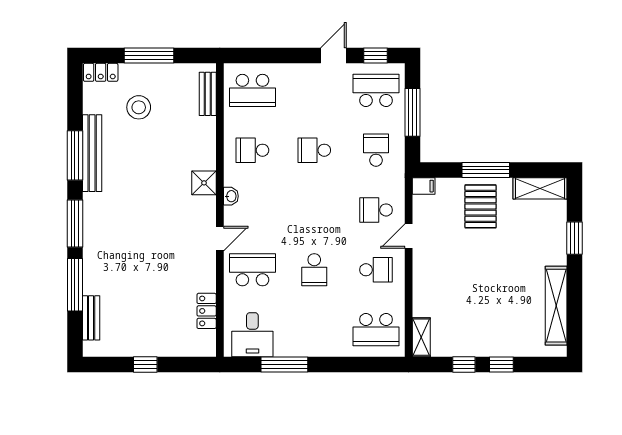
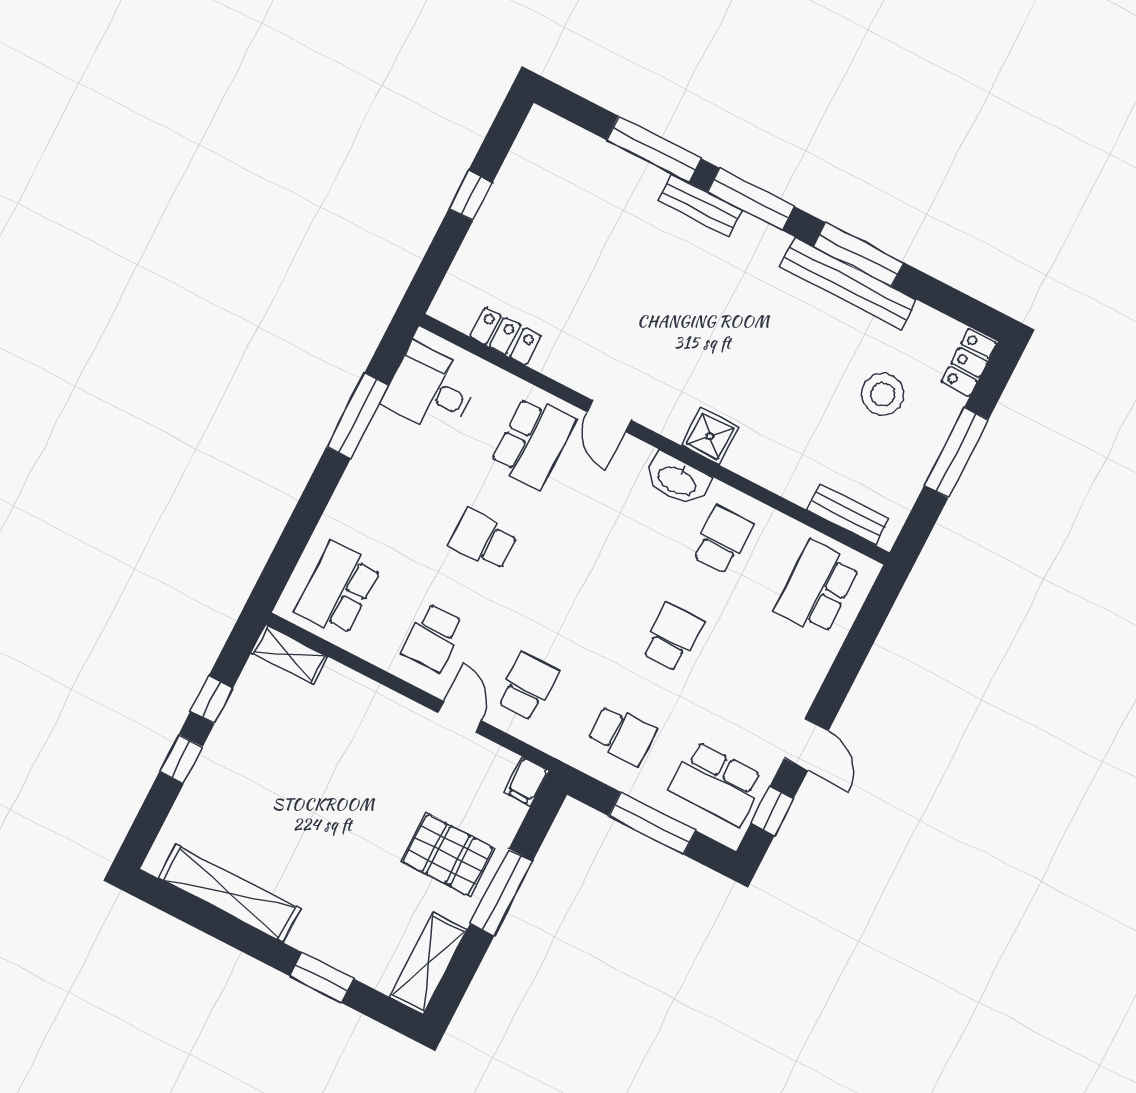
school desk: (376, 90) -> (717, 784), turned 90
washbasin: (231, 196) -> (677, 480), width x1.91, depth x1.45
bench: (91, 318) -> (700, 205), moved

